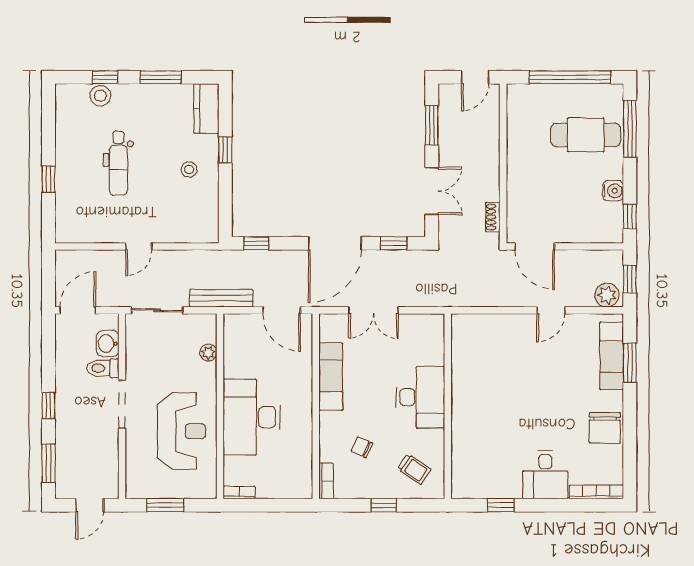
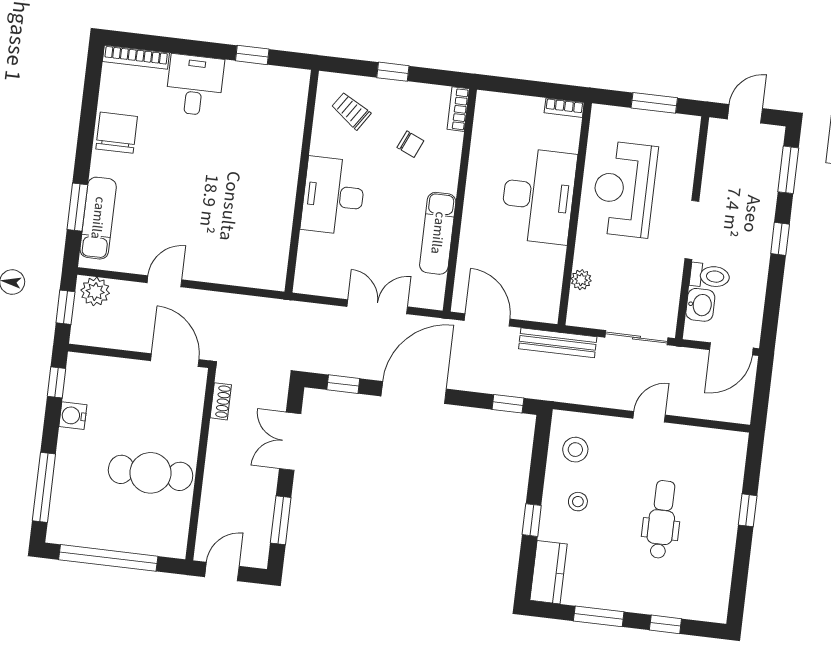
stool: (100, 96) -> (575, 450), moved
cafe table: (586, 135) -> (151, 473), moved

